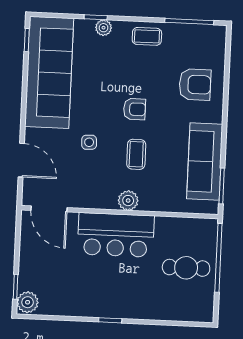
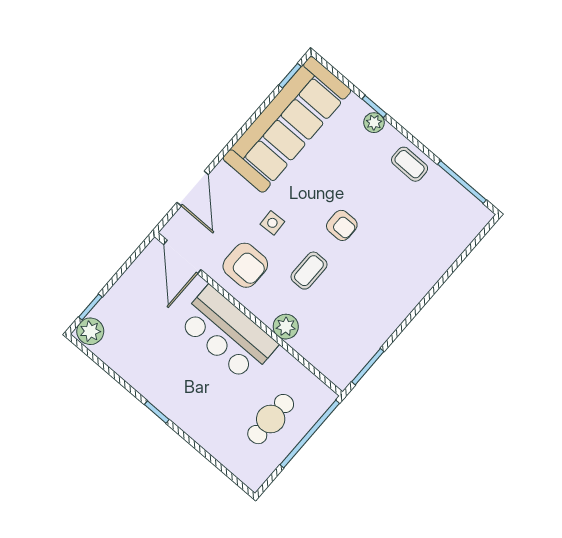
armchair: (195, 85) -> (245, 265), moved
sofa: (205, 162) -> (370, 330), removed
plant: (128, 201) -> (286, 327), moved
cafe table: (186, 268) -> (271, 419), turned 90

